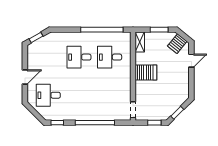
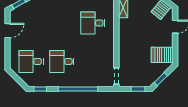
desk: (79, 57) -> (62, 61), moved
server rack: (146, 72) -> (162, 55), moved, turned 180
door: (25, 77) -> (8, 31), moved

